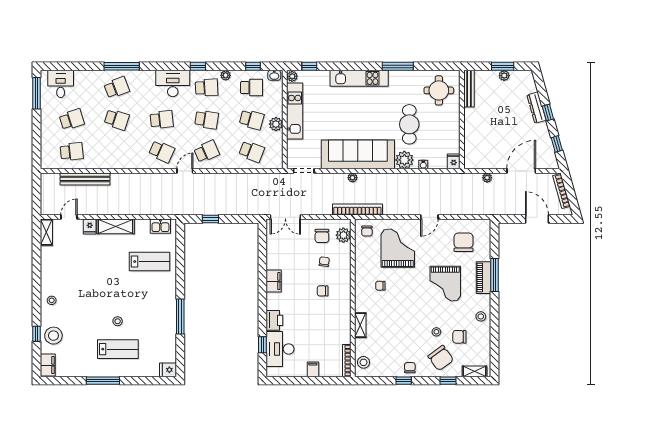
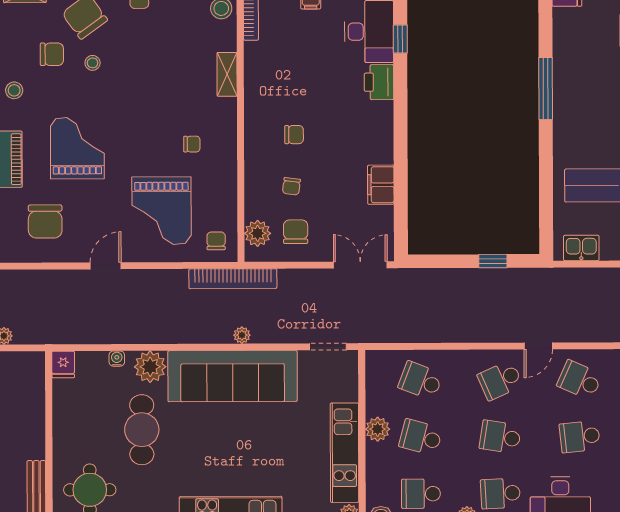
filing cabinet: (274, 281) -> (381, 185), moved

